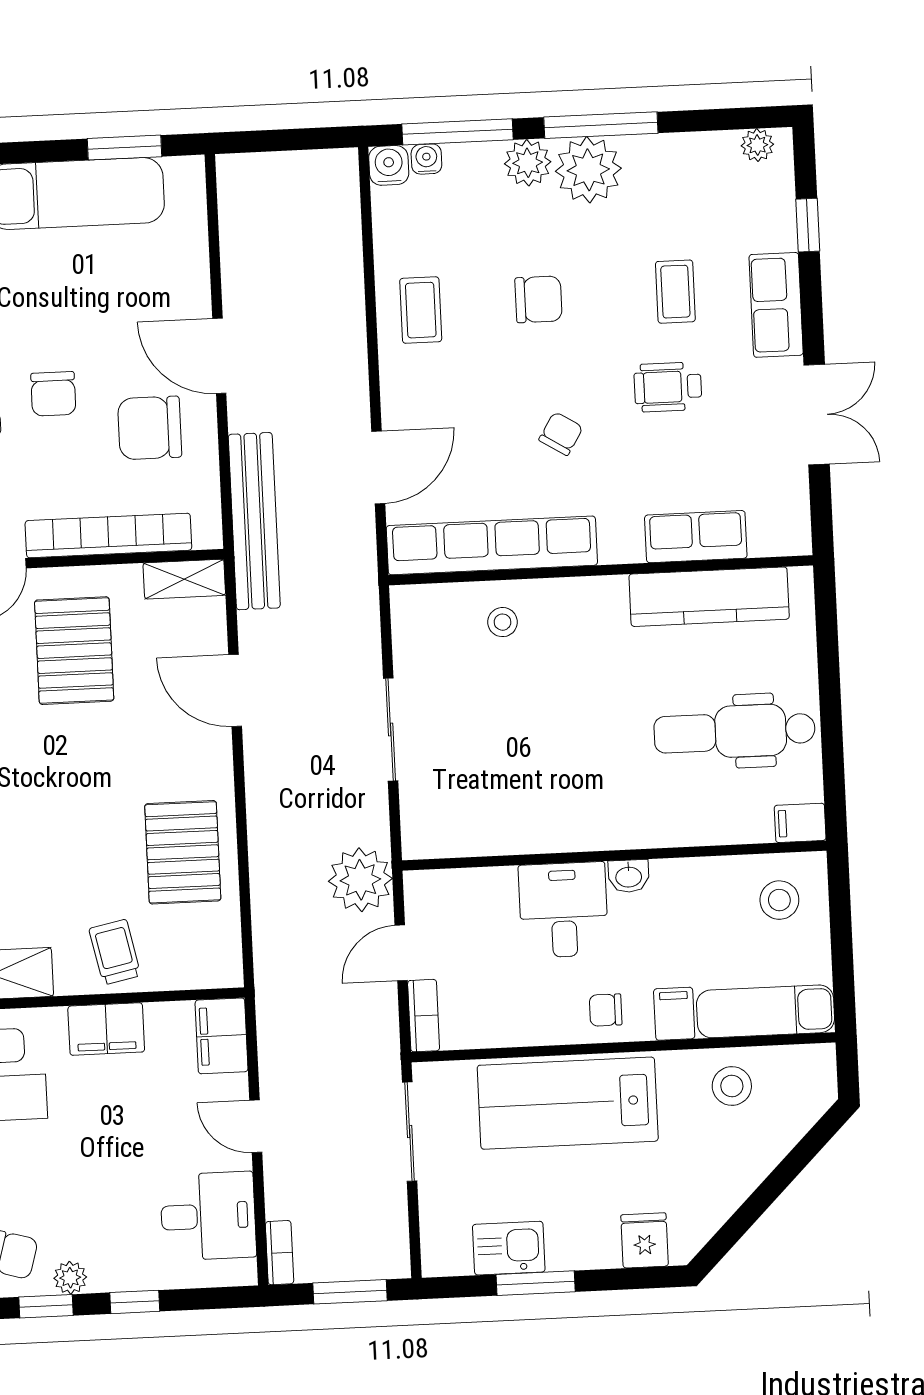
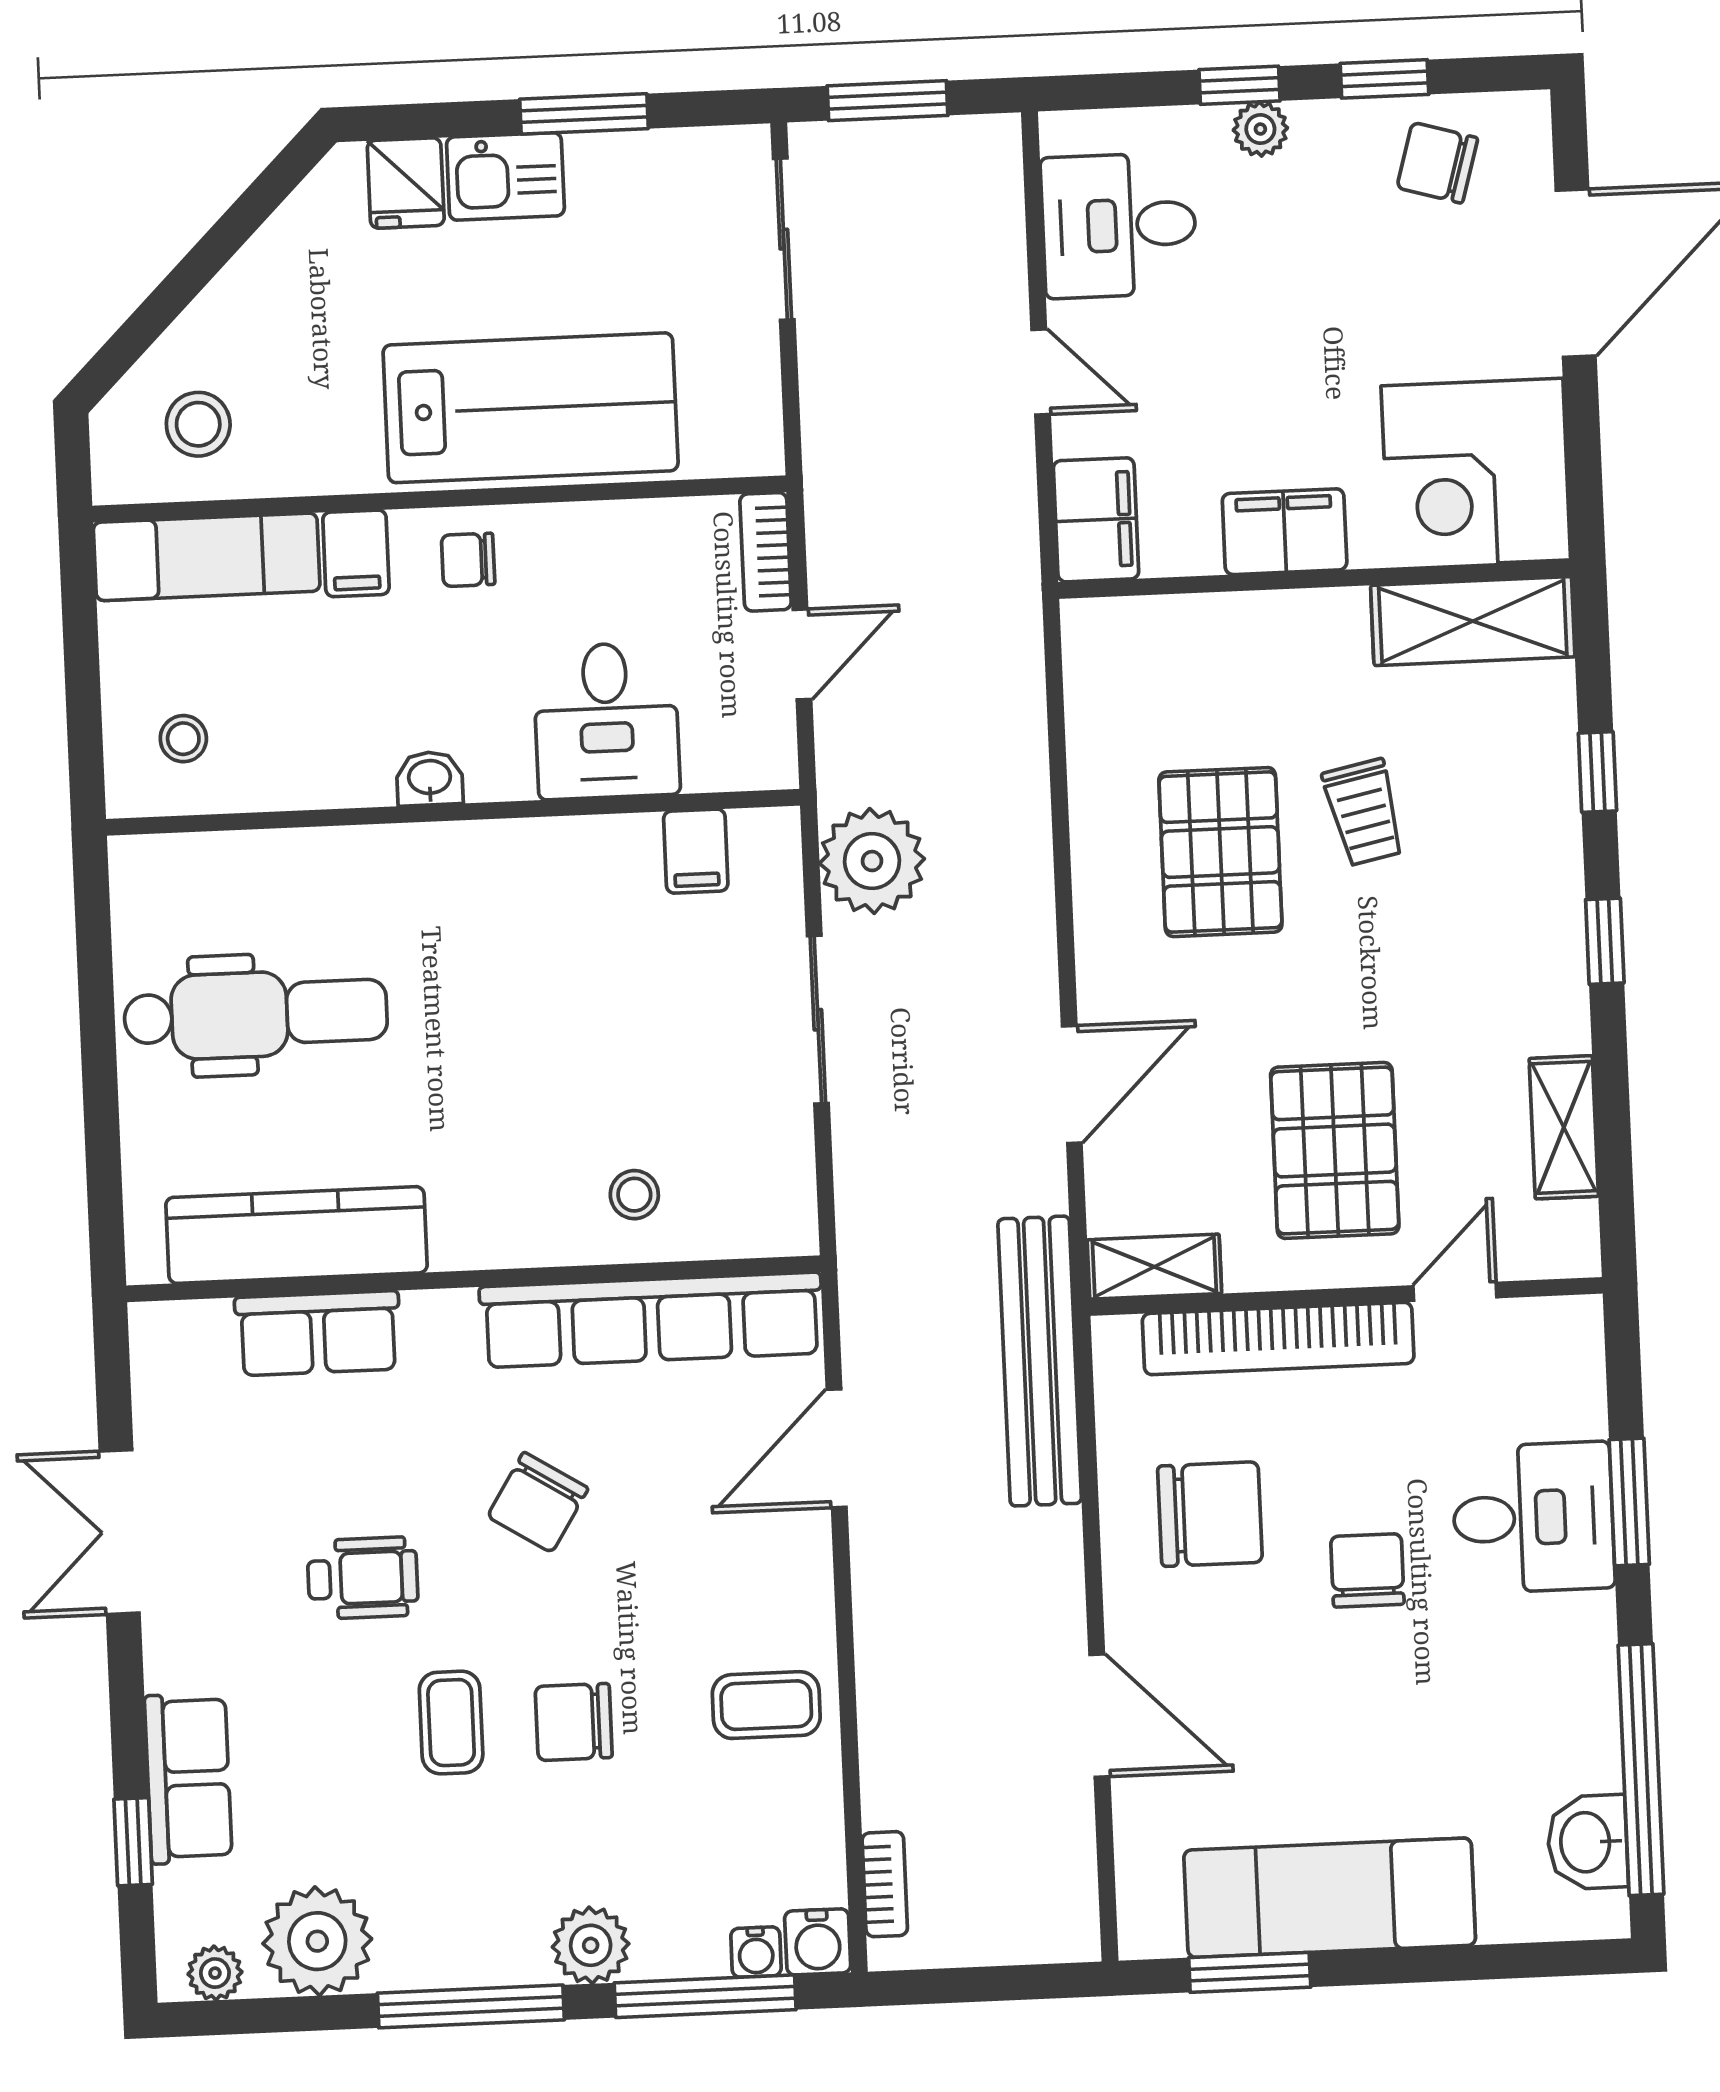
plant: (588, 170) -> (317, 1941), moved
coffee table: (675, 292) -> (451, 1723), moved
row of seats: (776, 305) -> (188, 1778), moved
coffee table: (421, 310) -> (766, 1705), turned 90
door: (219, 356) -> (1099, 1716), moved
chair: (561, 434) -> (538, 1502), width x1.37, depth x1.37
door: (235, 690) -> (1072, 1084), hinge flipped
filing cabinet: (800, 823) -> (696, 851), moved, turned 90
pallet: (183, 852) -> (1220, 852), moved
plant: (360, 880) -> (872, 861), moved
stool: (779, 900) -> (183, 739), width x0.73, depth x0.73
desk: (563, 910) -> (606, 721), moved
trolley: (115, 952) -> (1364, 812), moved
chair: (606, 1010) -> (468, 560), turned 180
stool: (732, 1086) -> (198, 424), moved
sliding door: (410, 1132) -> (784, 239), moved
kitchen sink: (509, 1248) -> (505, 176), moved
bookcase: (280, 1253) -> (885, 1884), moved, turned 180
plant: (70, 1278) -> (1260, 129), moved

